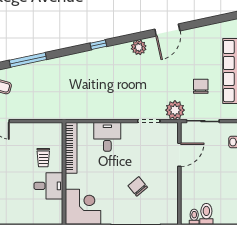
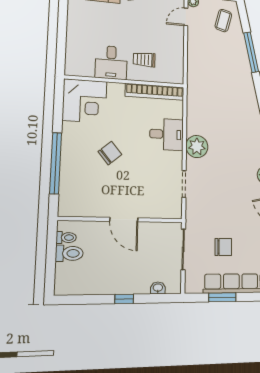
plant: (175, 110) -> (197, 146), moved
door: (179, 155) -> (124, 220), moved
chair: (138, 186) -> (110, 153), moved

